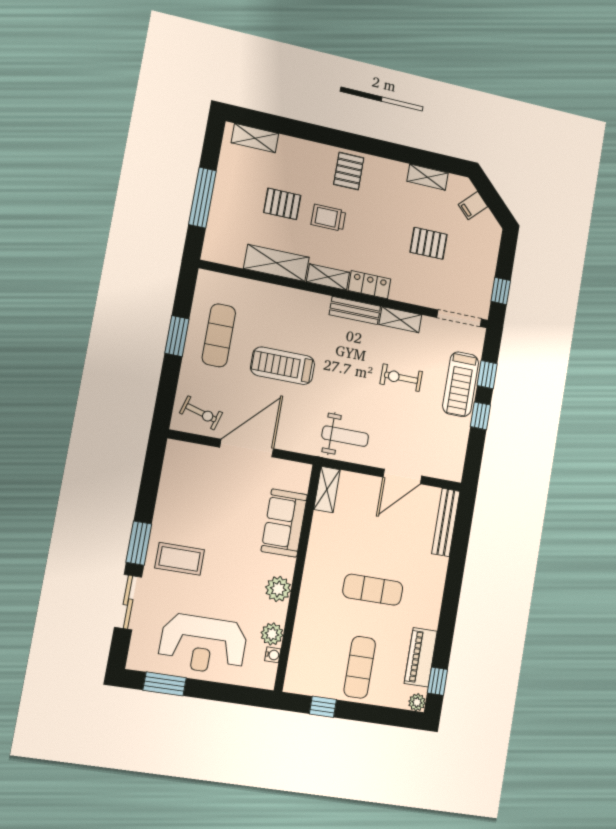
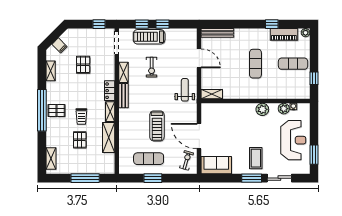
window: (354, 142) -> (42, 110), added
treadmill: (461, 384) -> (149, 37), turned 180
sofa: (284, 523) -> (216, 165), moved, turned 180
window: (437, 681) -> (272, 24), moved

